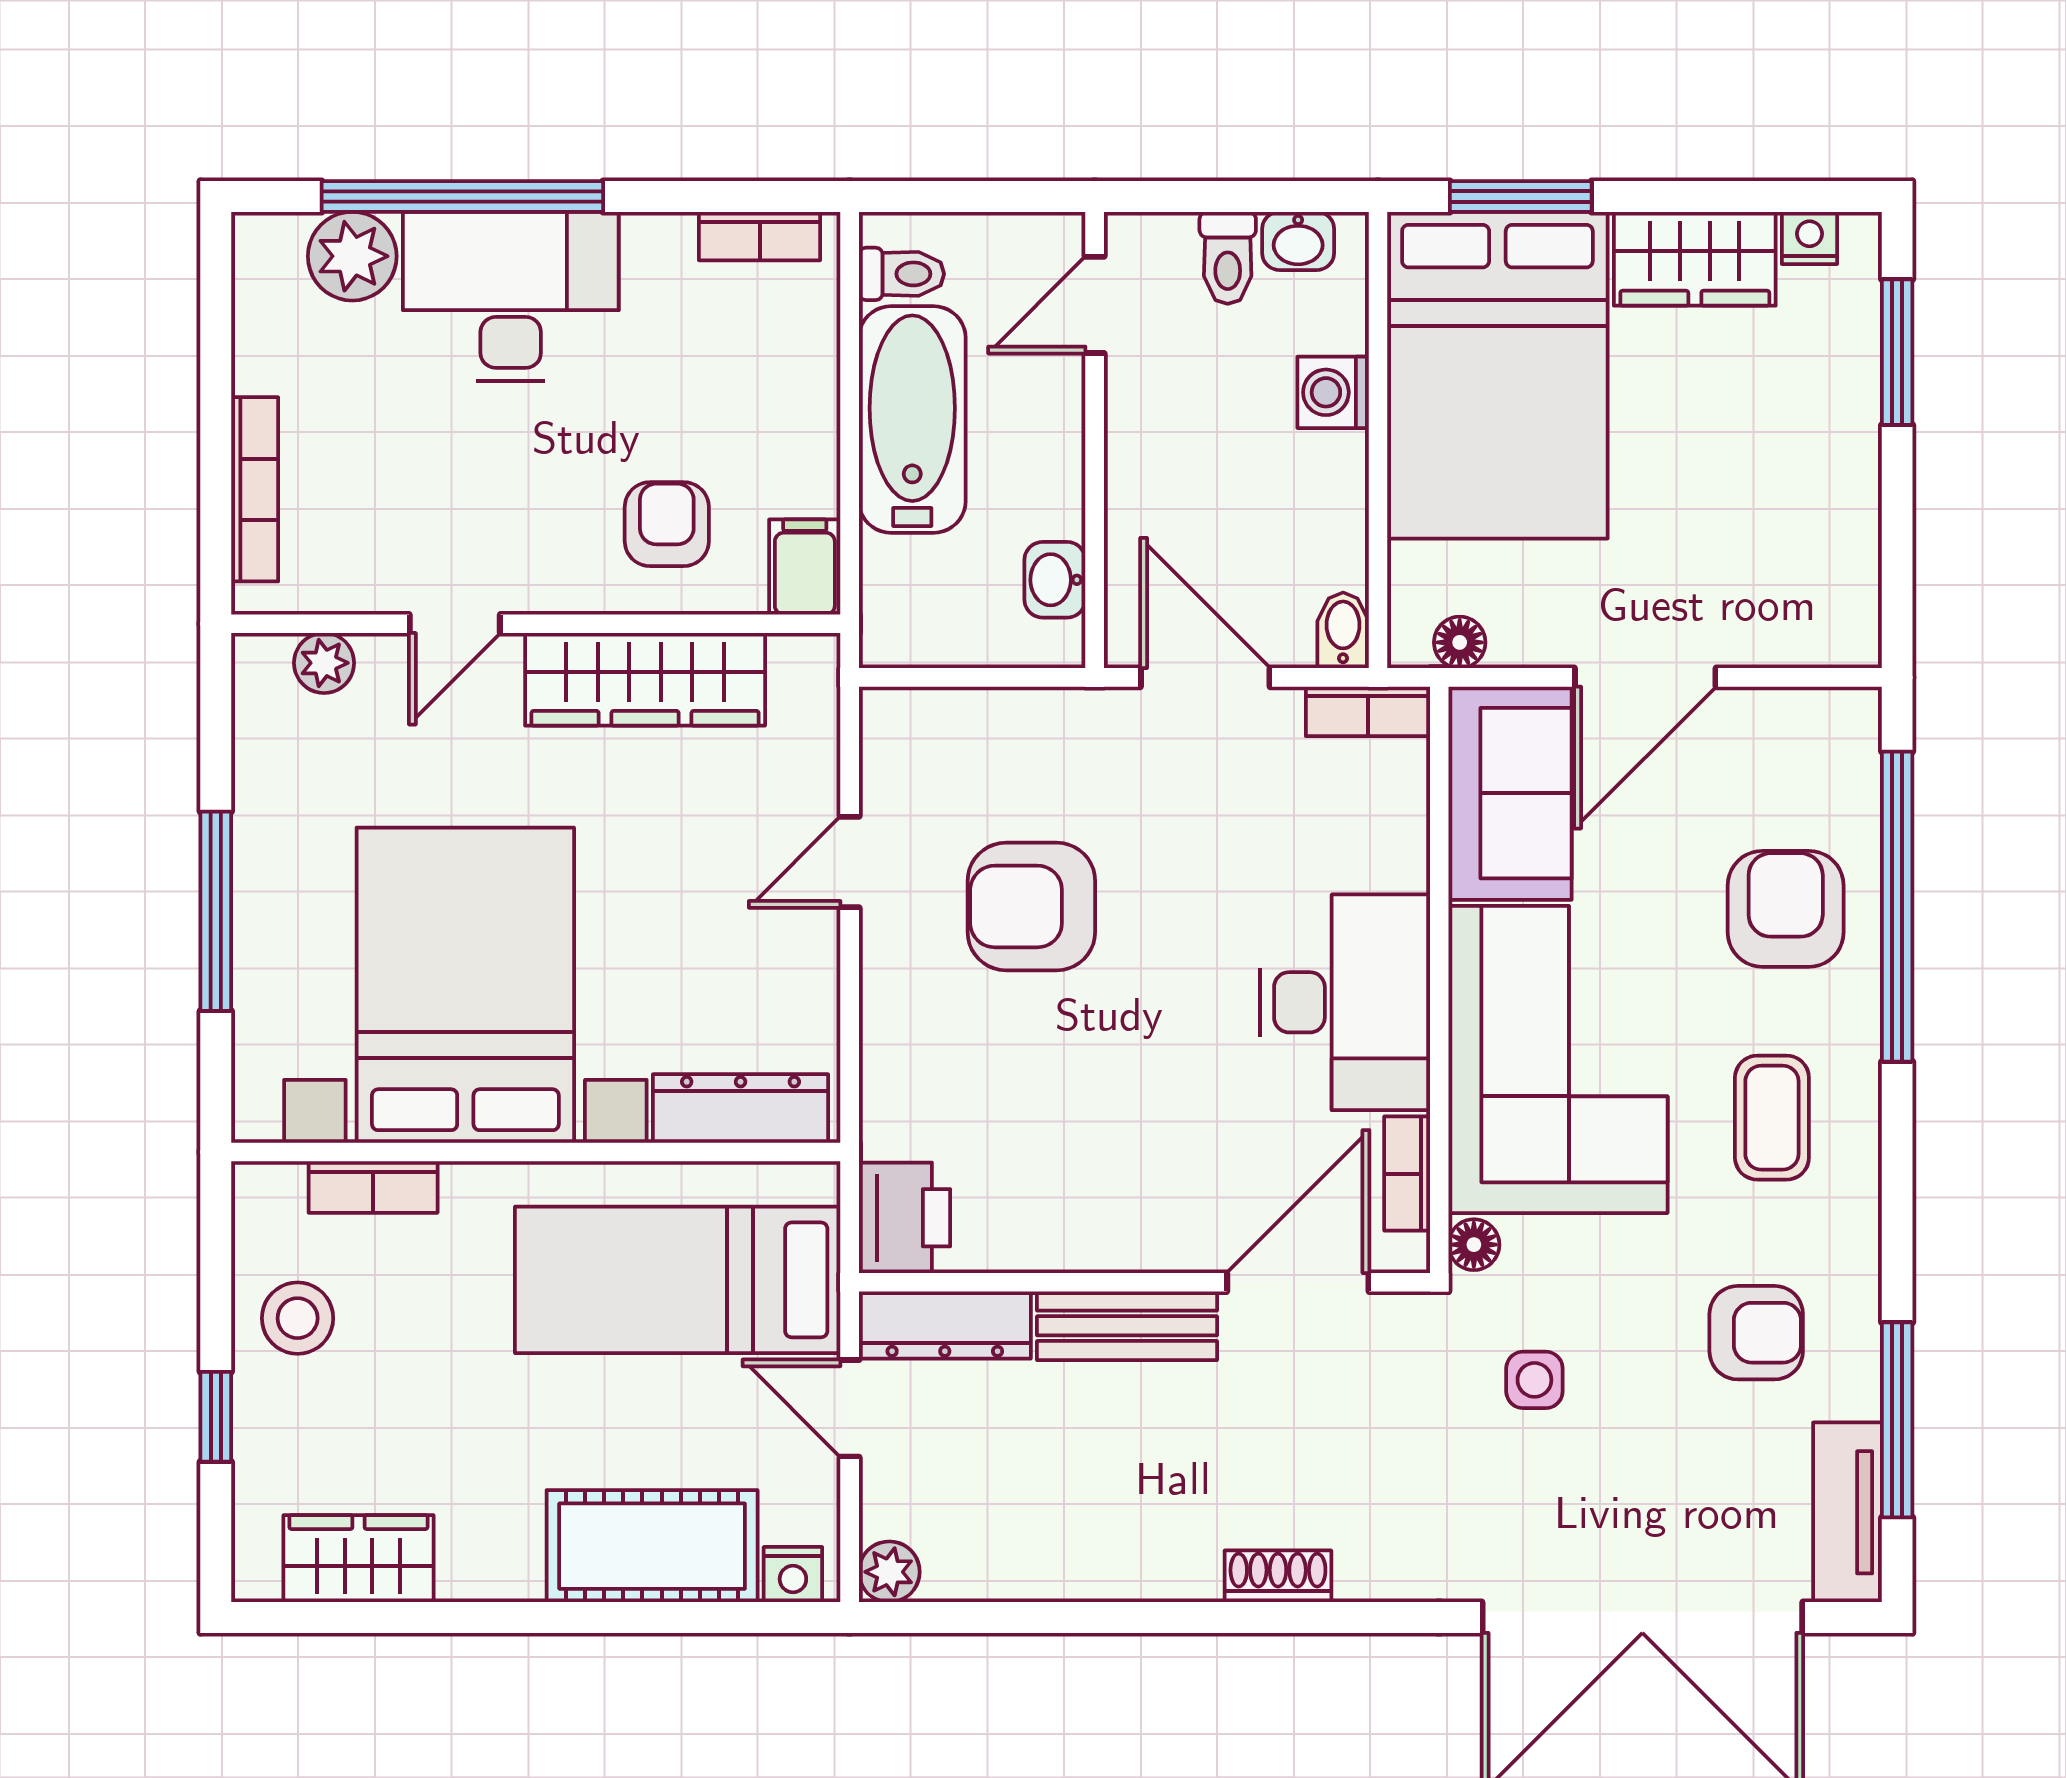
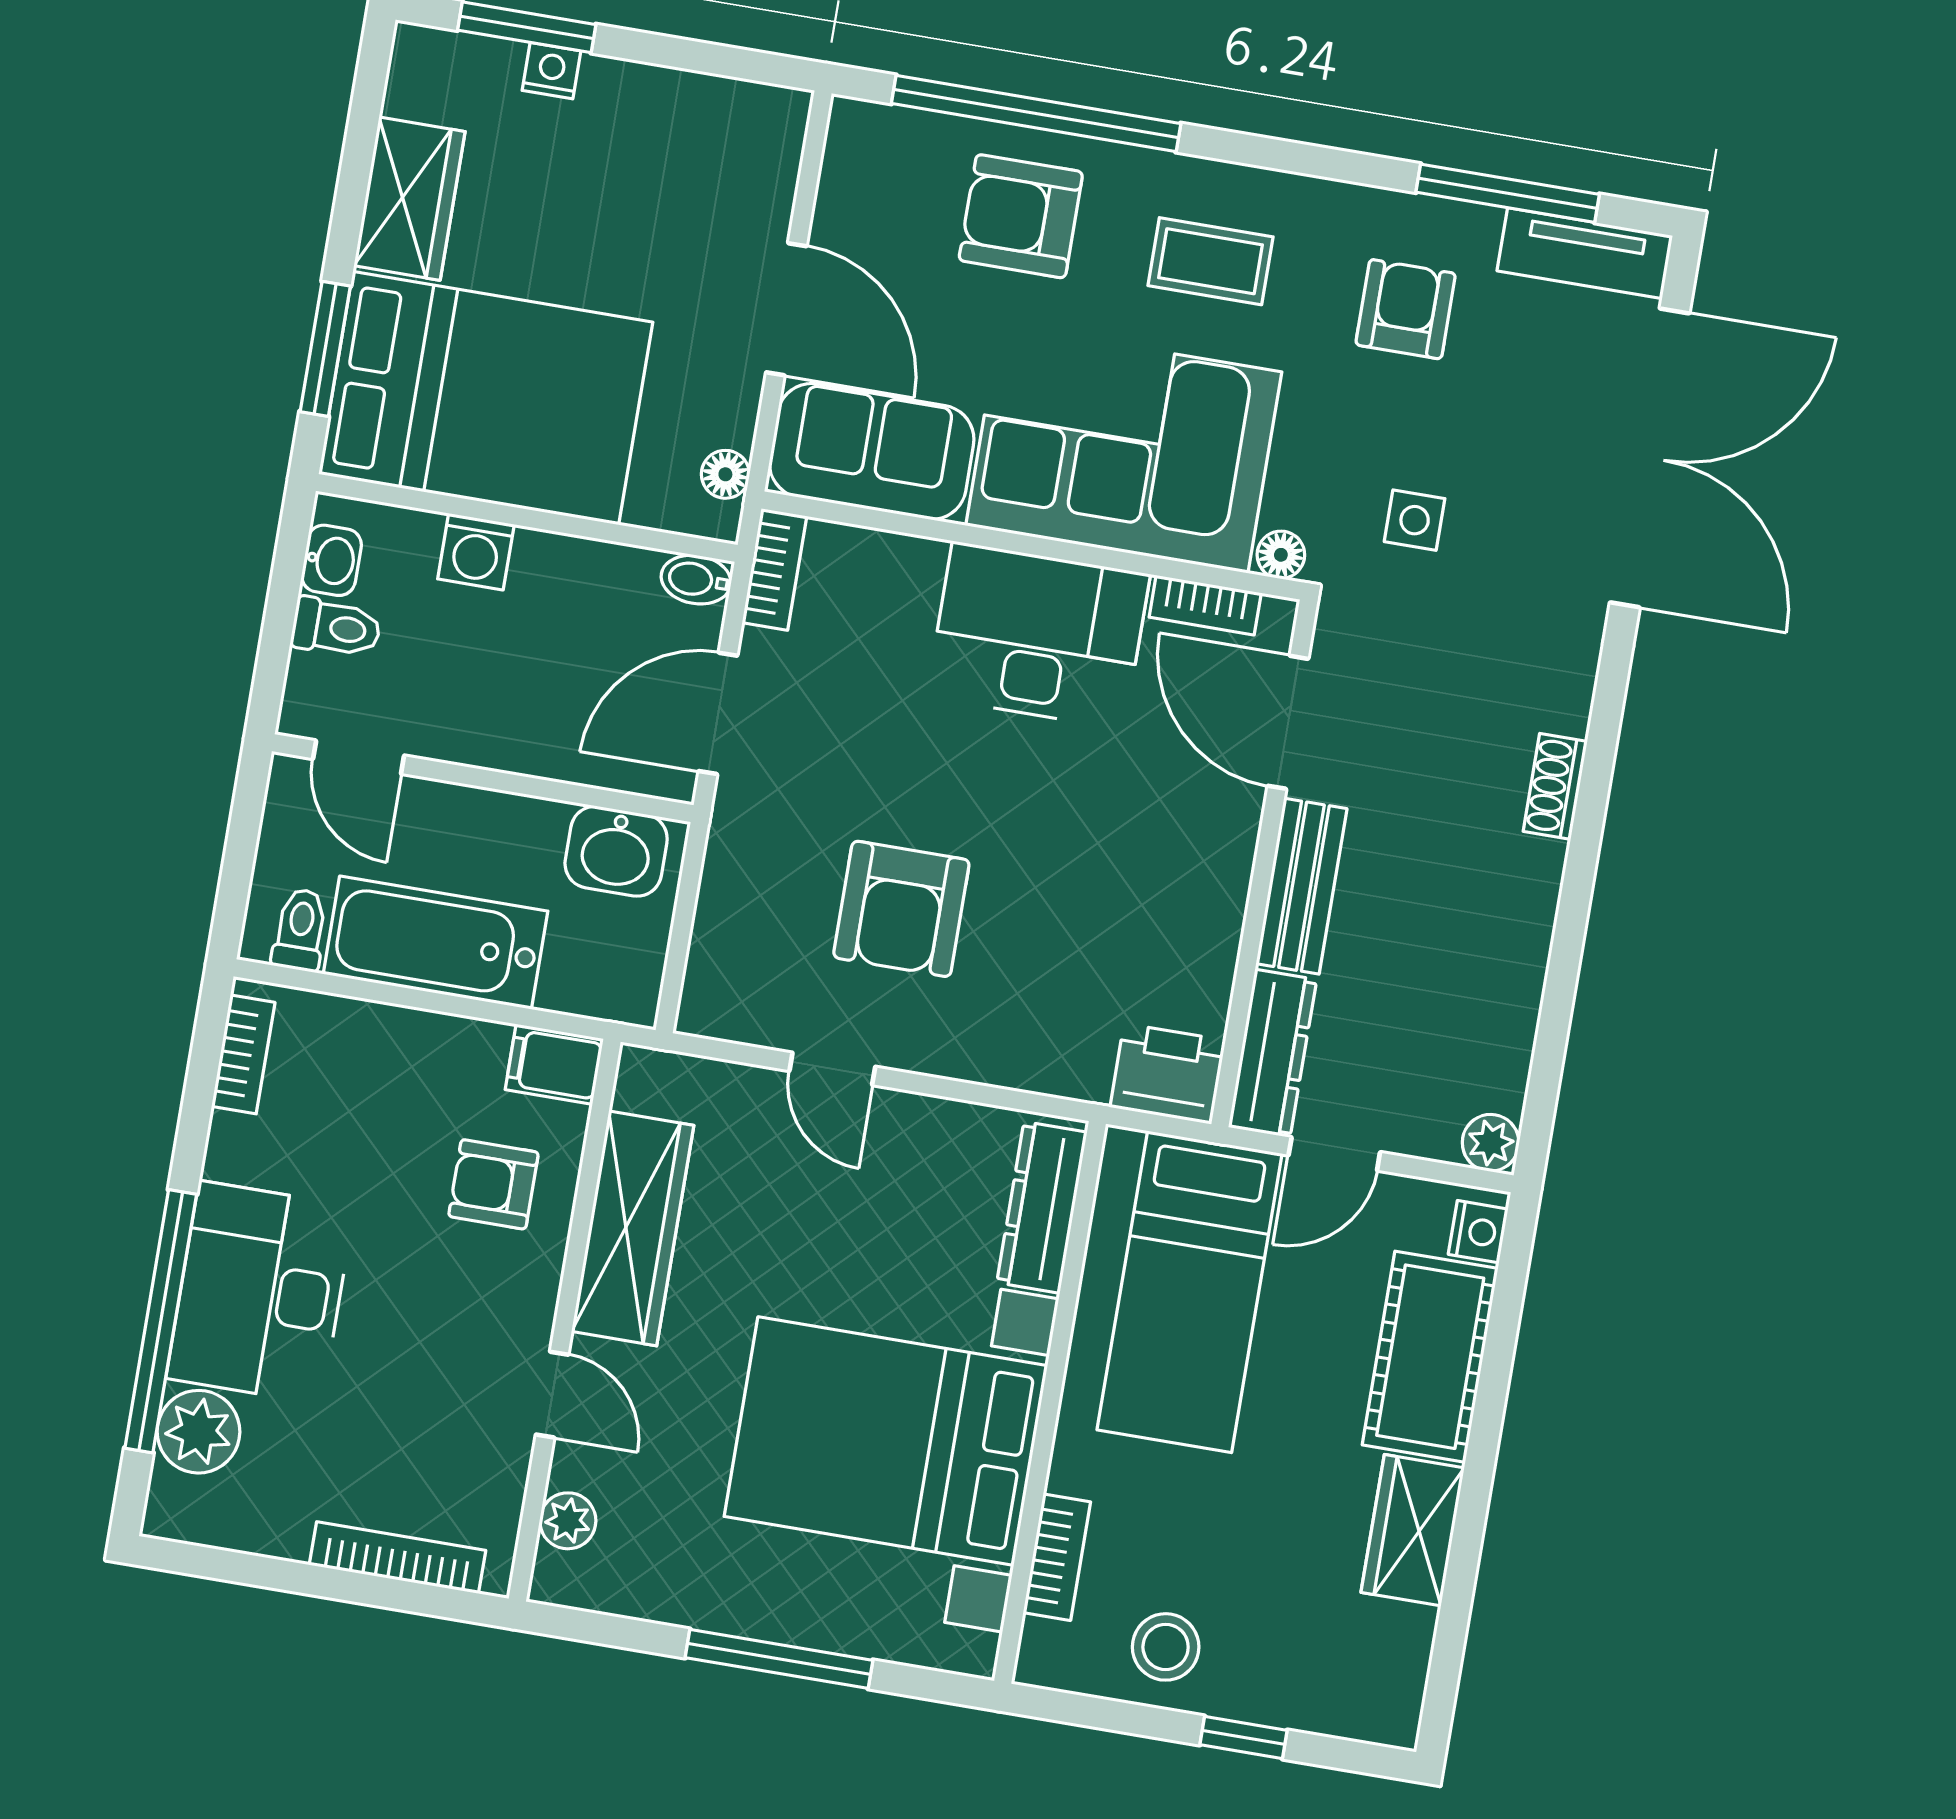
nightstand: (1810, 238) -> (552, 71), moved, turned 90
washbasin: (1055, 580) -> (616, 851), width x1.38, depth x1.45
wardrobe: (358, 1559) -> (1413, 1530), moved

